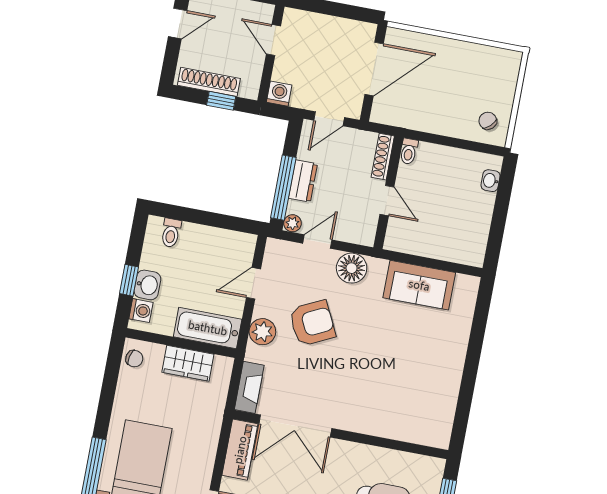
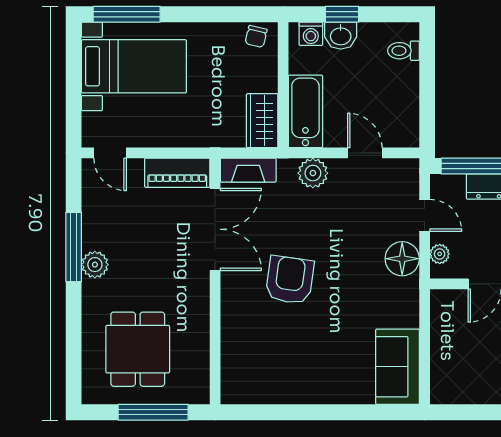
plant: (292, 223) -> (440, 254), moved
sofa: (419, 285) -> (398, 367), moved
armchair: (312, 323) -> (290, 280), moved, turned -146
wardrobe: (188, 363) -> (262, 121), moved
double door: (295, 426) -> (215, 229), swing flipped

